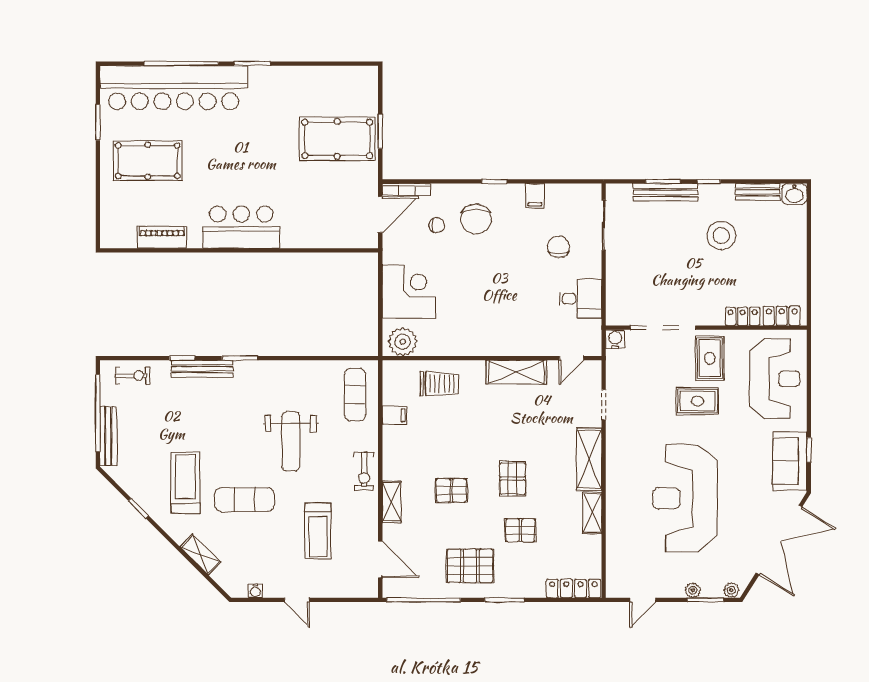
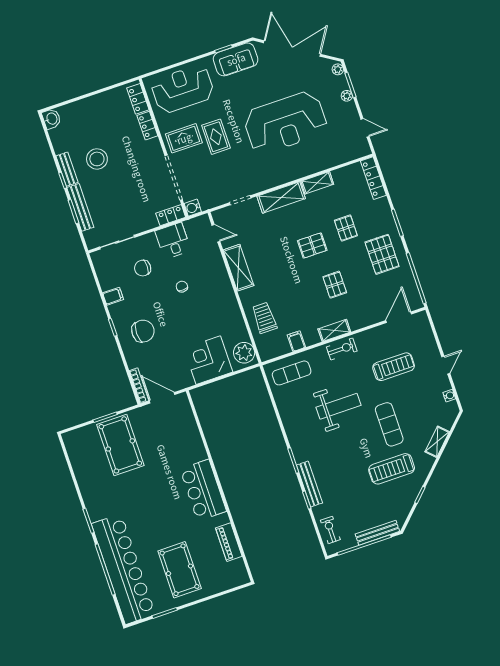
bench: (758, 192) -> (67, 169), moved
chair: (437, 225) -> (182, 287), moved
locker: (615, 307) -> (171, 215), added
shelving: (392, 502) -> (334, 330), moved

